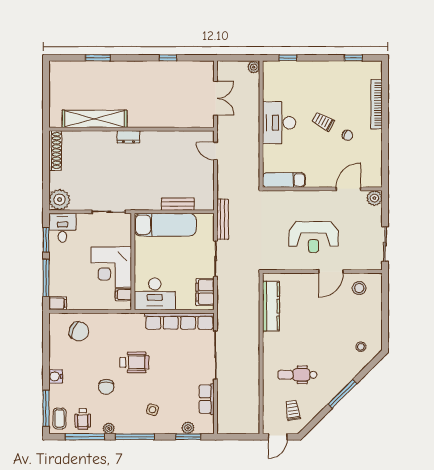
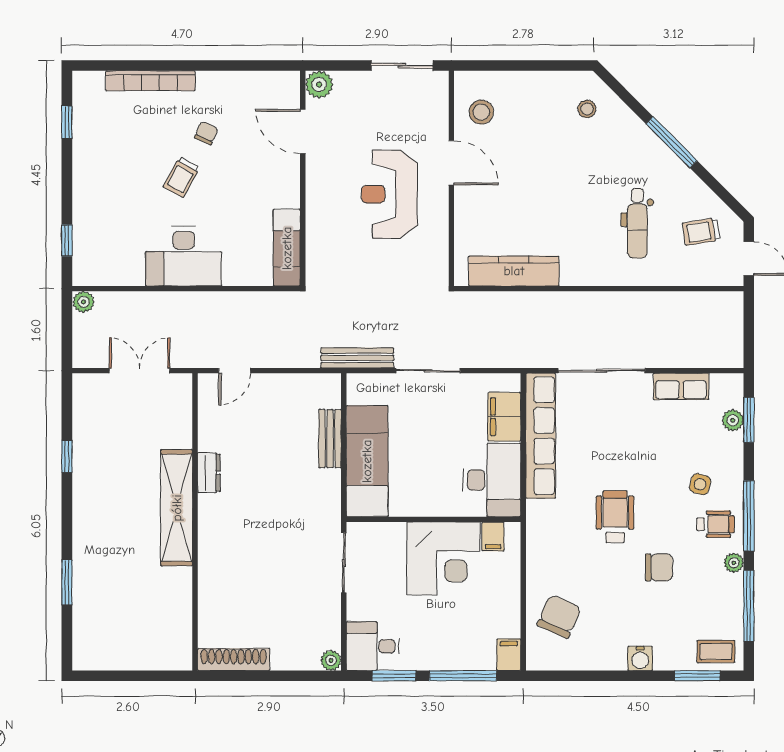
shelving: (95, 119) -> (177, 508), moved
dresser: (128, 137) -> (209, 473), moved
plant: (59, 200) -> (331, 660), width x0.53, depth x0.53
reception desk: (314, 237) -> (389, 194), turned 180
filing cabinet: (205, 292) -> (504, 417), moved, turned 90
window: (46, 408) -> (698, 676), width x0.69
wheelchair: (83, 419) -> (716, 524), moved

